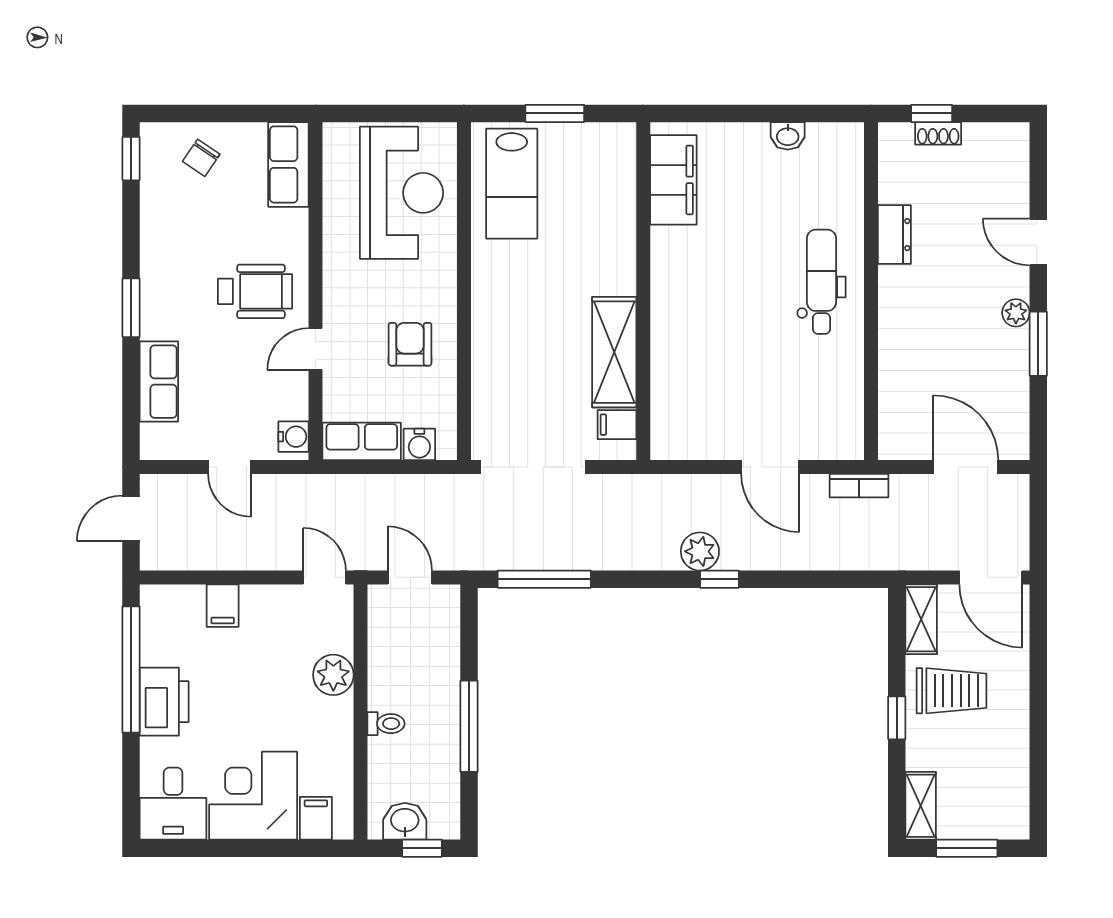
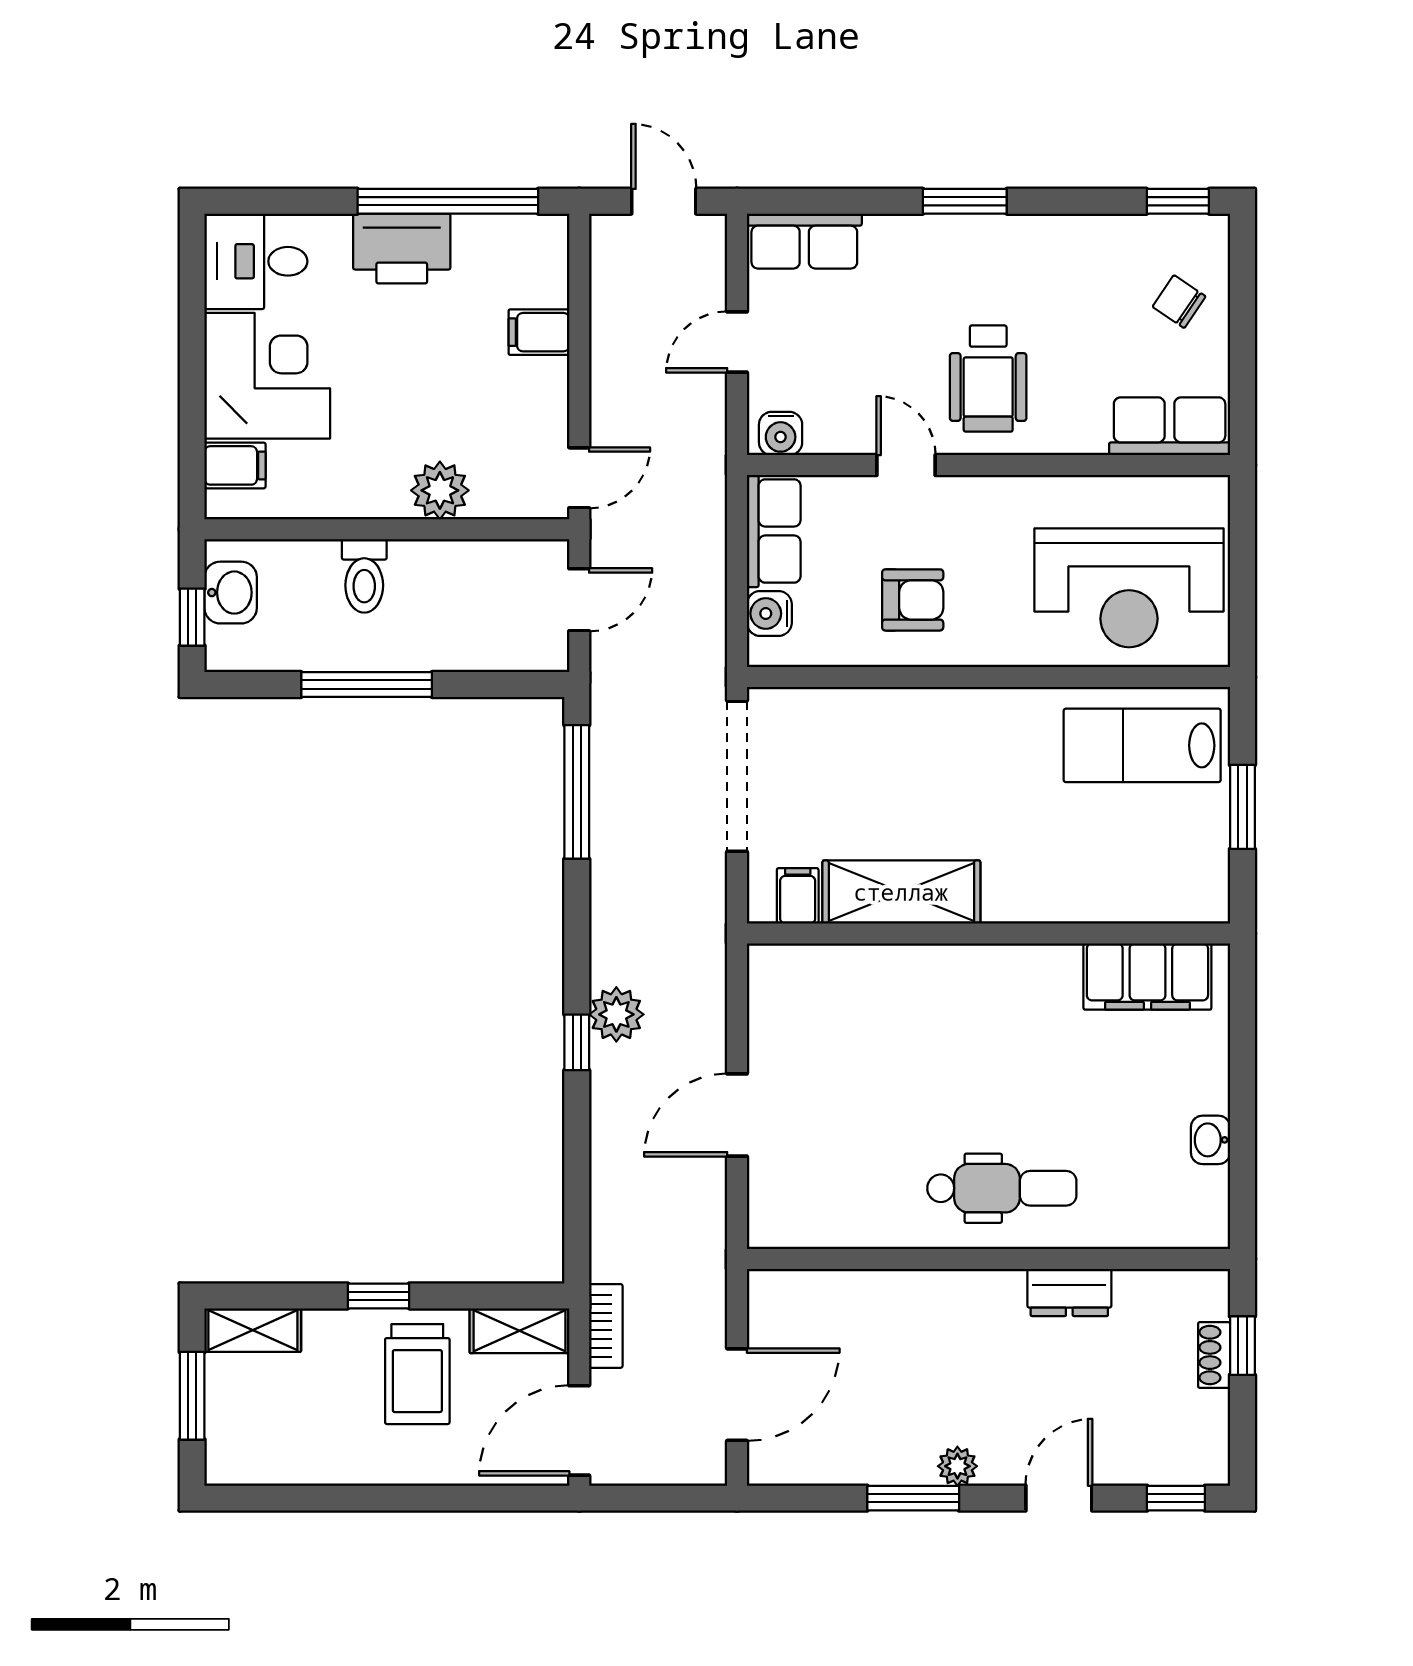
window: (1038, 160) -> (1176, 1498), added
row of seats: (159, 382) -> (804, 241), moved
bookcase: (859, 486) -> (606, 1326), moved, turned 180
toilet: (386, 724) -> (364, 576), width x1.37, depth x1.39

